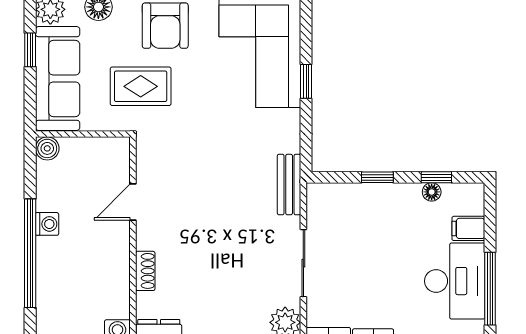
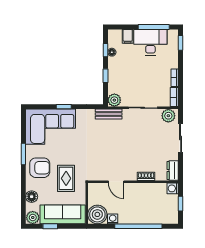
boiler: (47, 148) -> (97, 214), width x1.86, depth x1.86
plant: (321, 198) -> (114, 100), added
washing machine: (47, 224) -> (113, 219), moved

